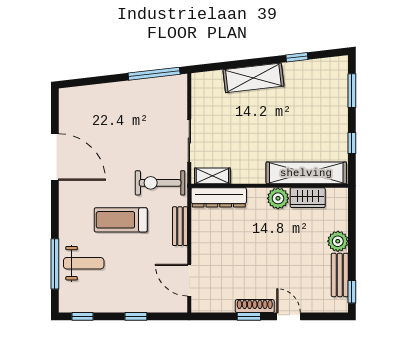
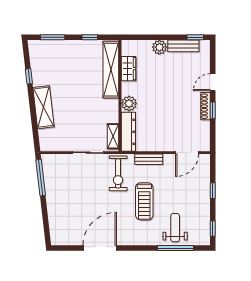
plant: (278, 198) -> (129, 103), moved

